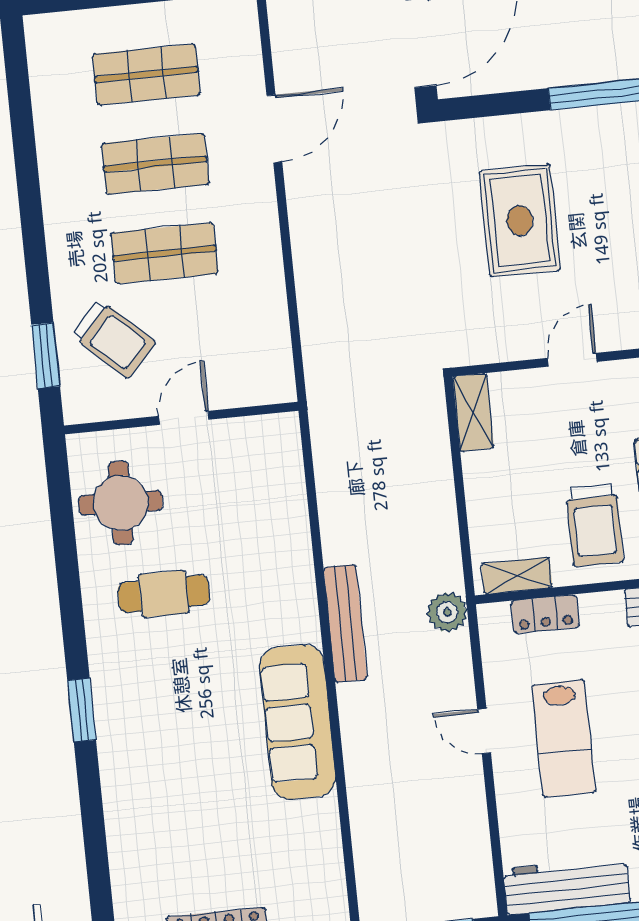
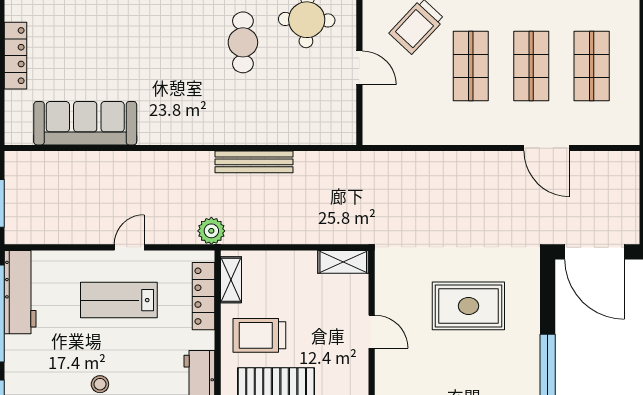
locker: (545, 614) -> (204, 296), width x1.53
bench: (345, 624) -> (254, 162), moved
sofa: (298, 722) -> (85, 123), moved

